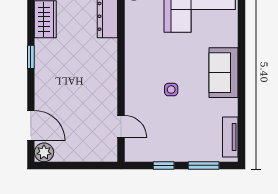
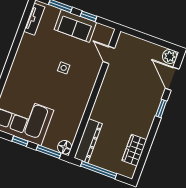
window: (31, 57) -> (161, 108), moved
sofa: (224, 73) -> (75, 26), moved, turned 90

